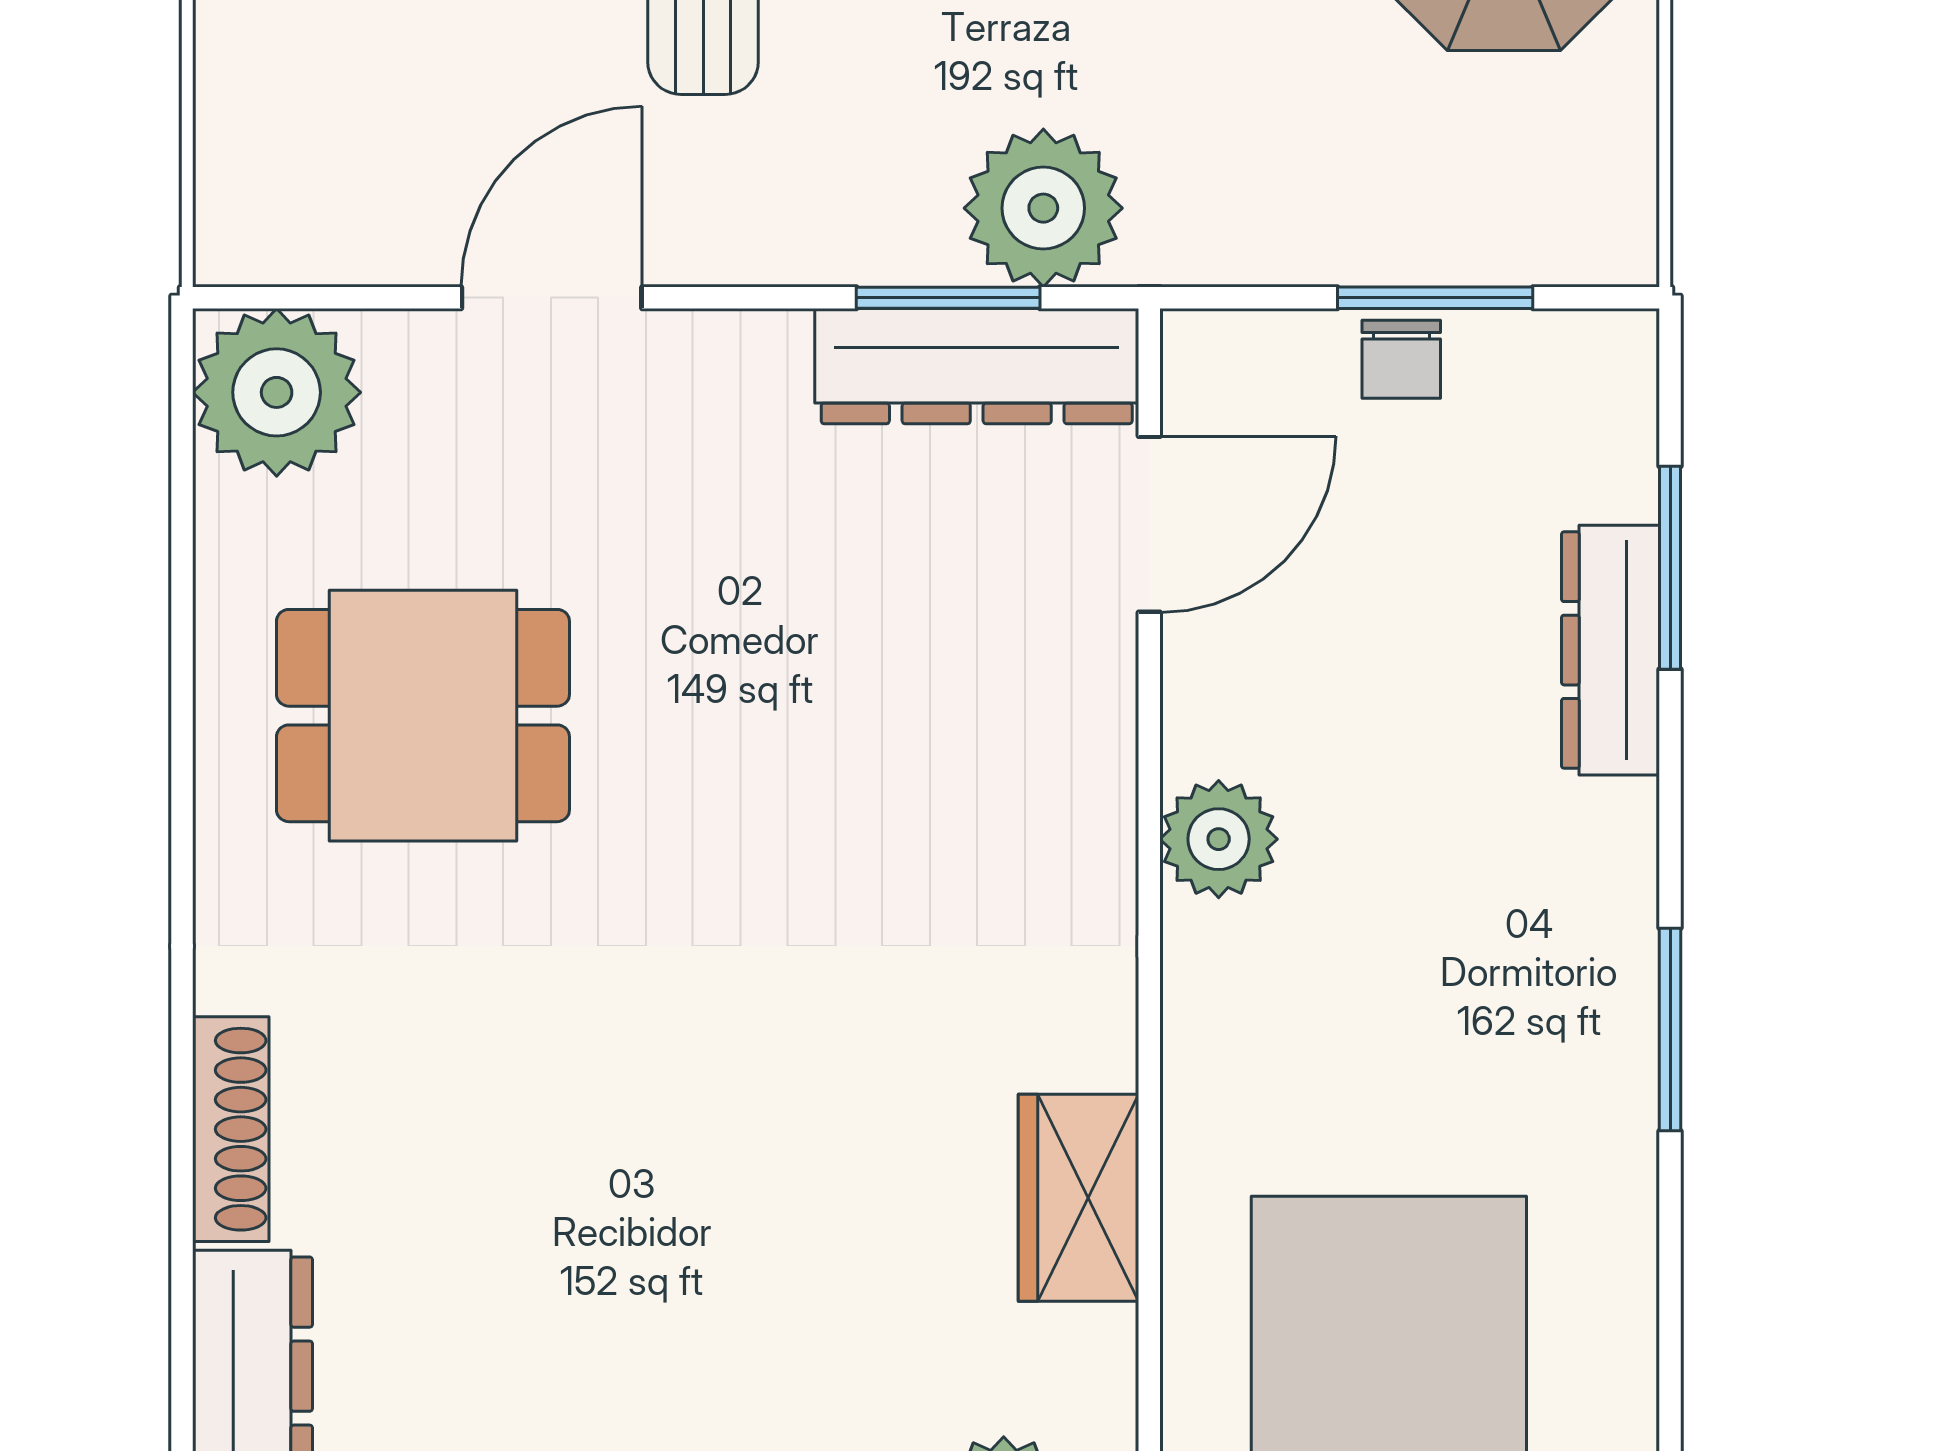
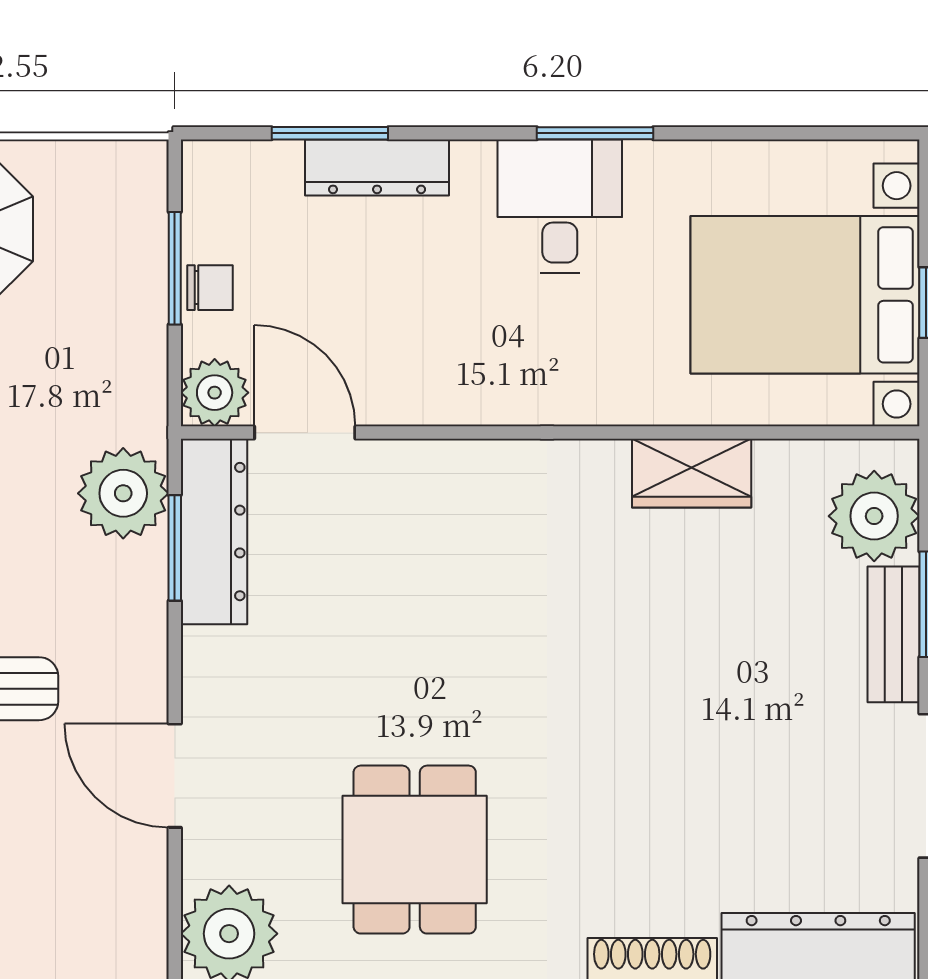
plant: (1219, 839) -> (215, 393), moved
desk: (1543, 968) -> (560, 206), added

